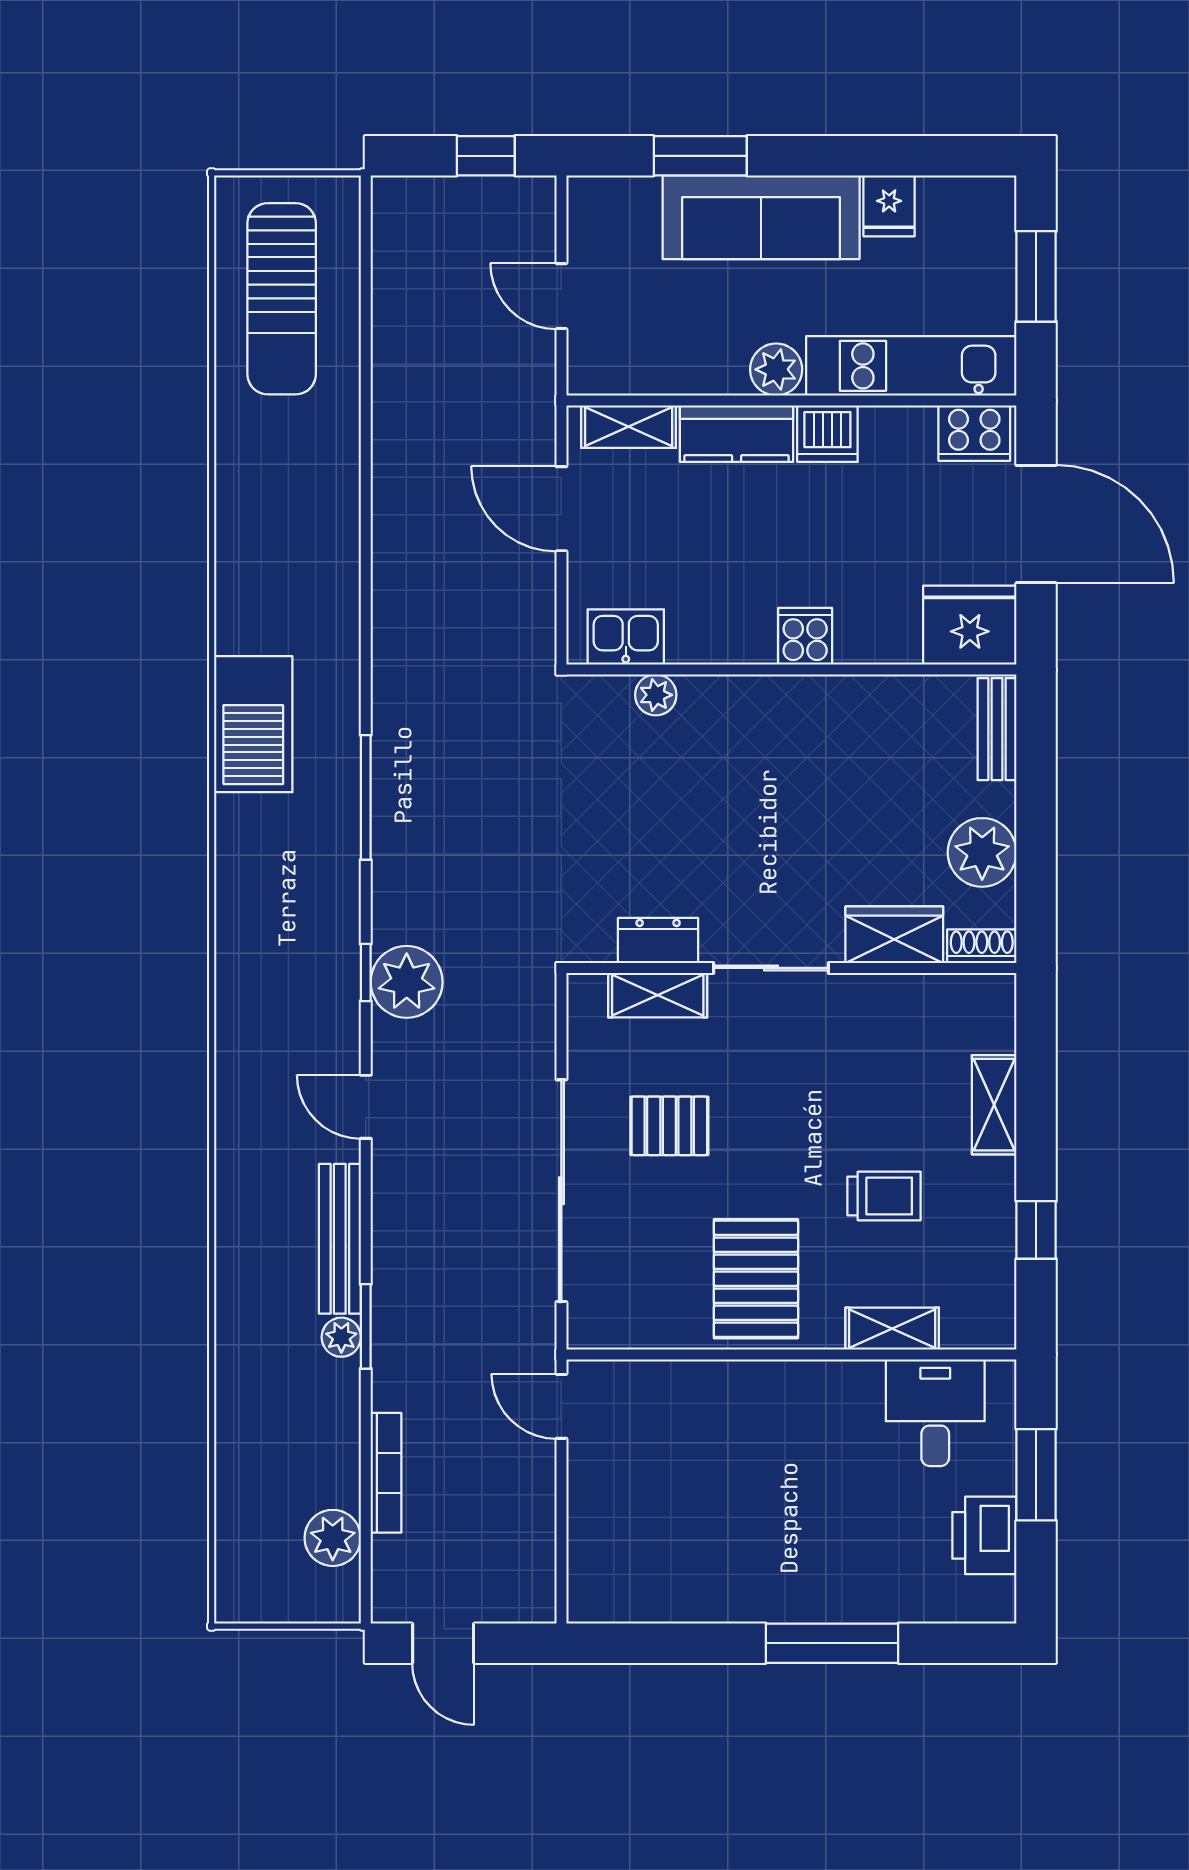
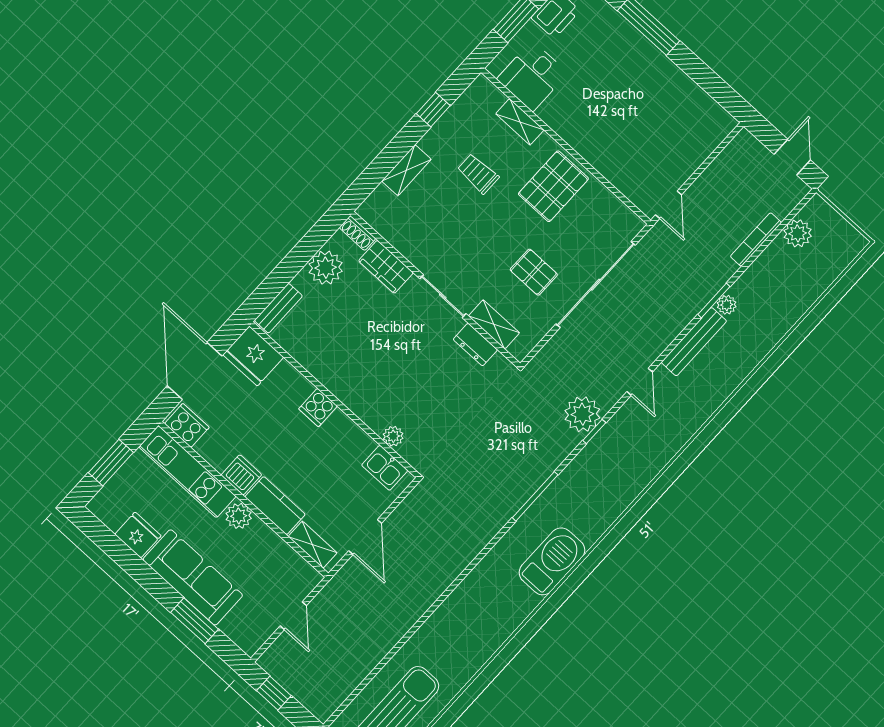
fridge: (889, 206) -> (138, 535), width x1.38

